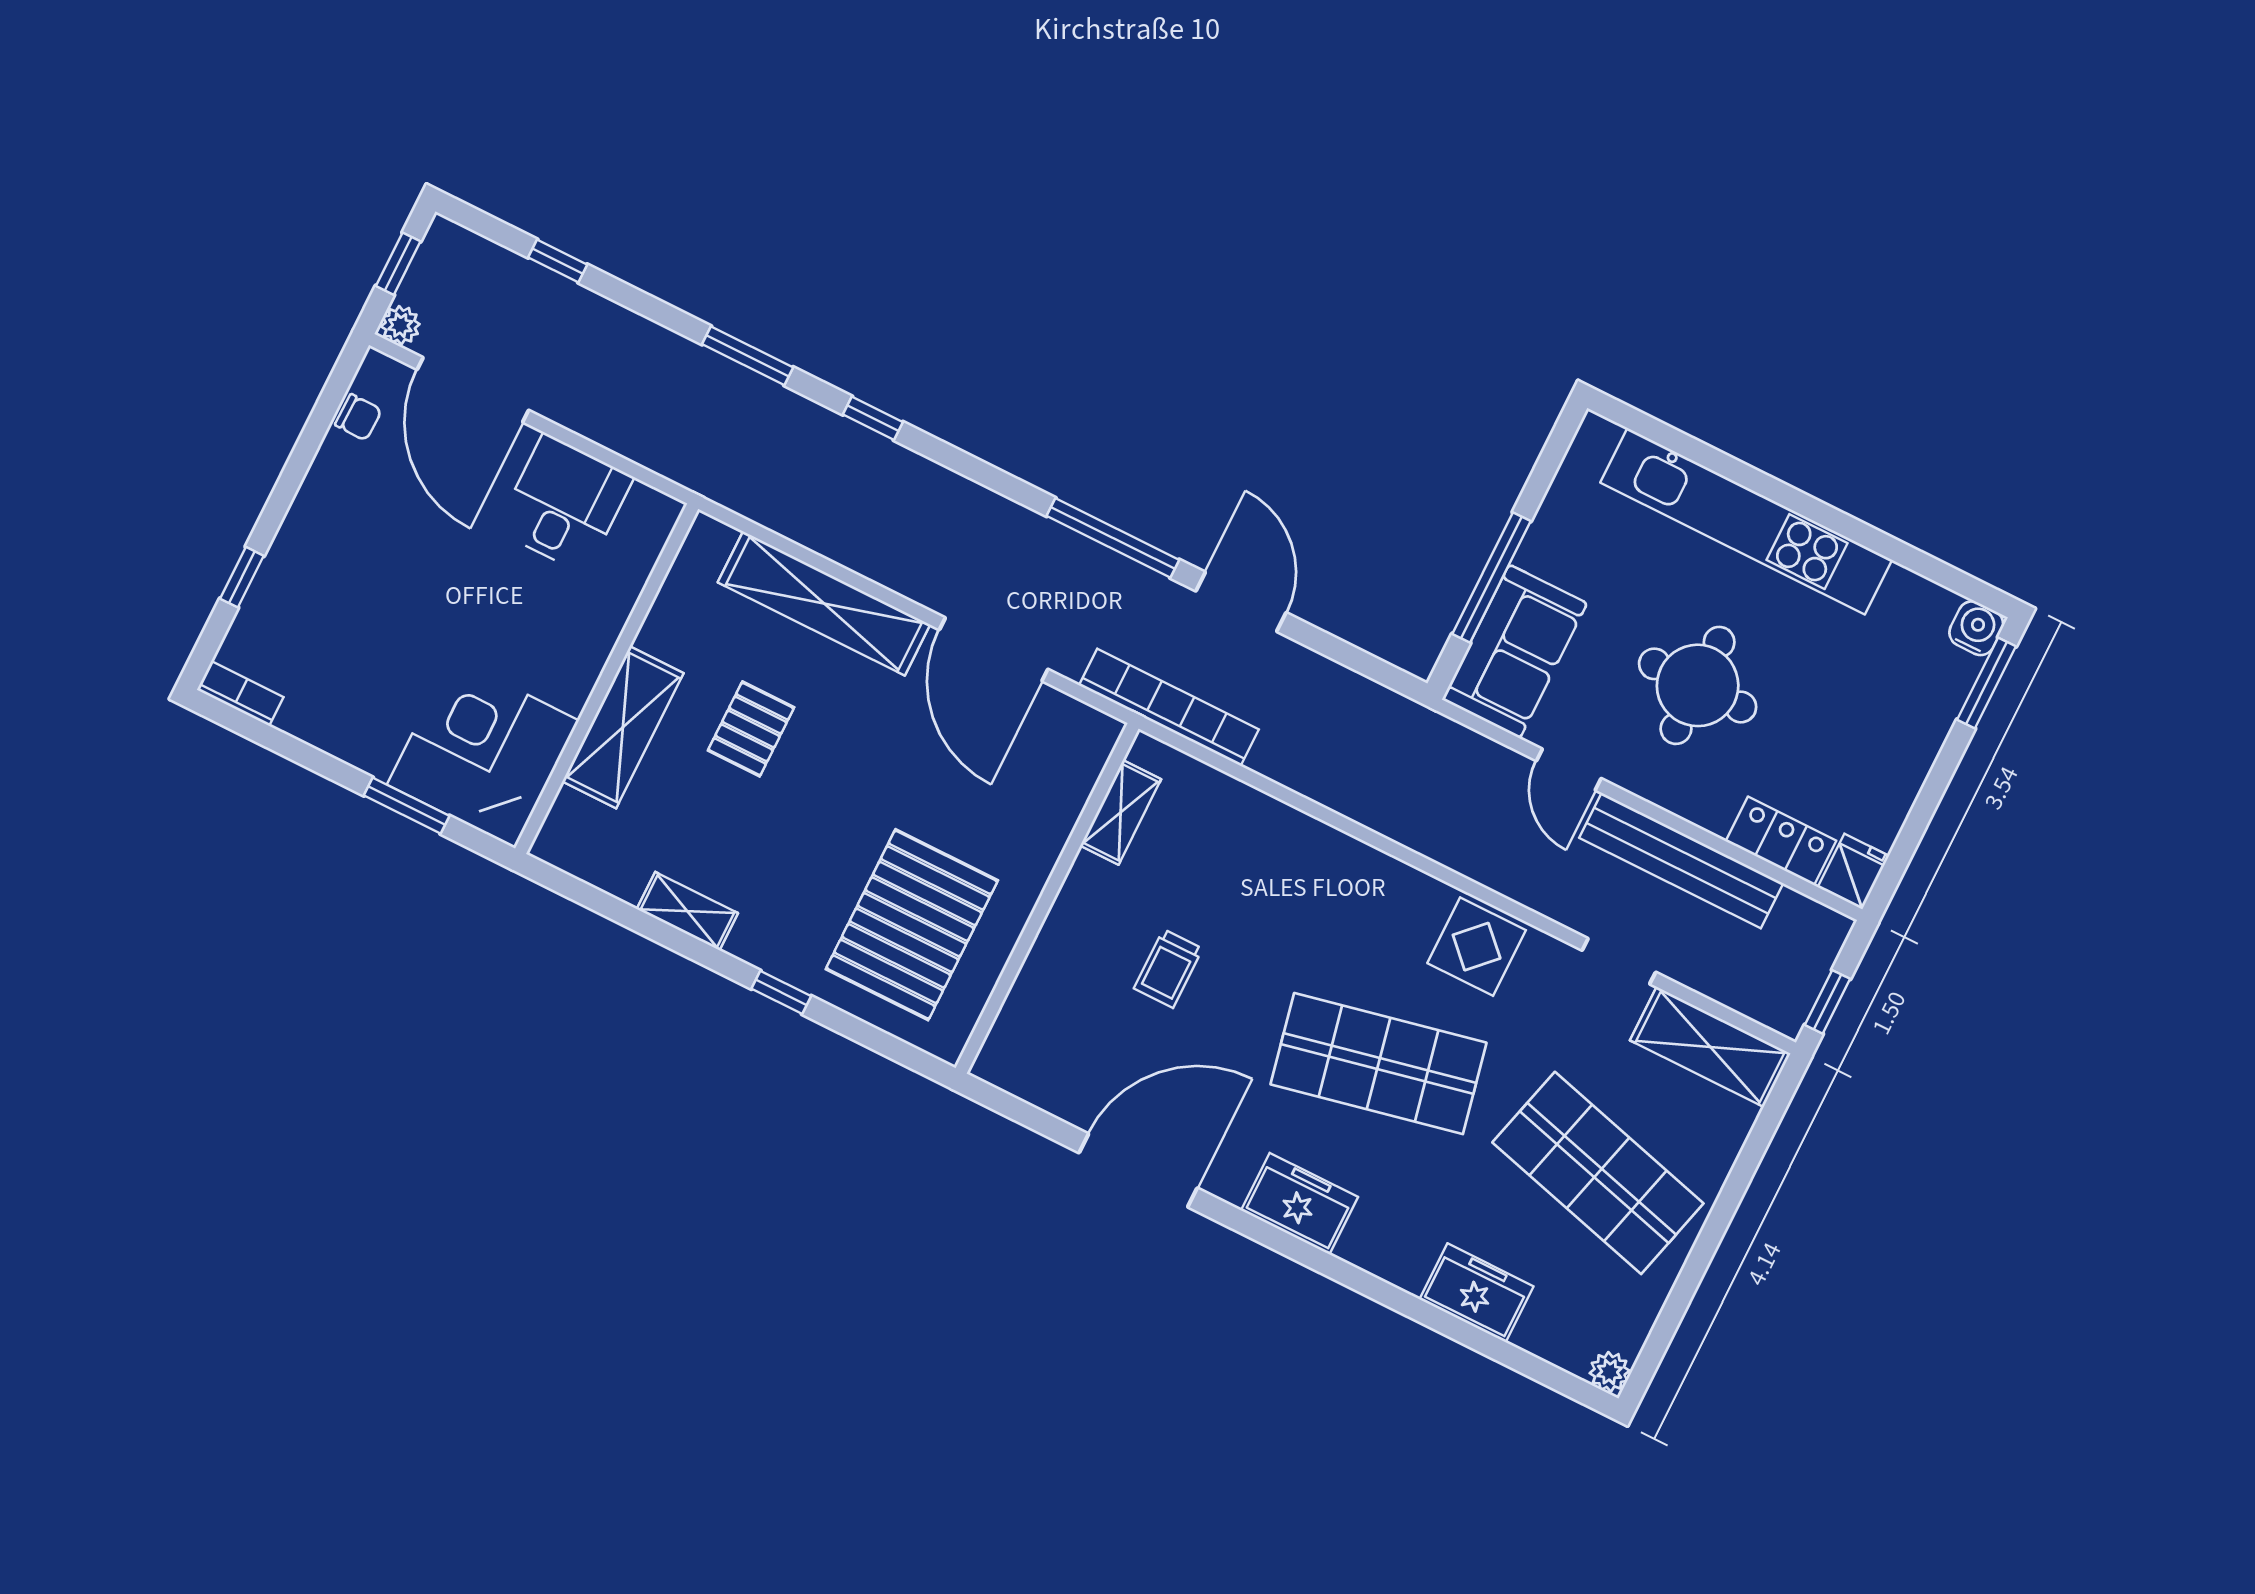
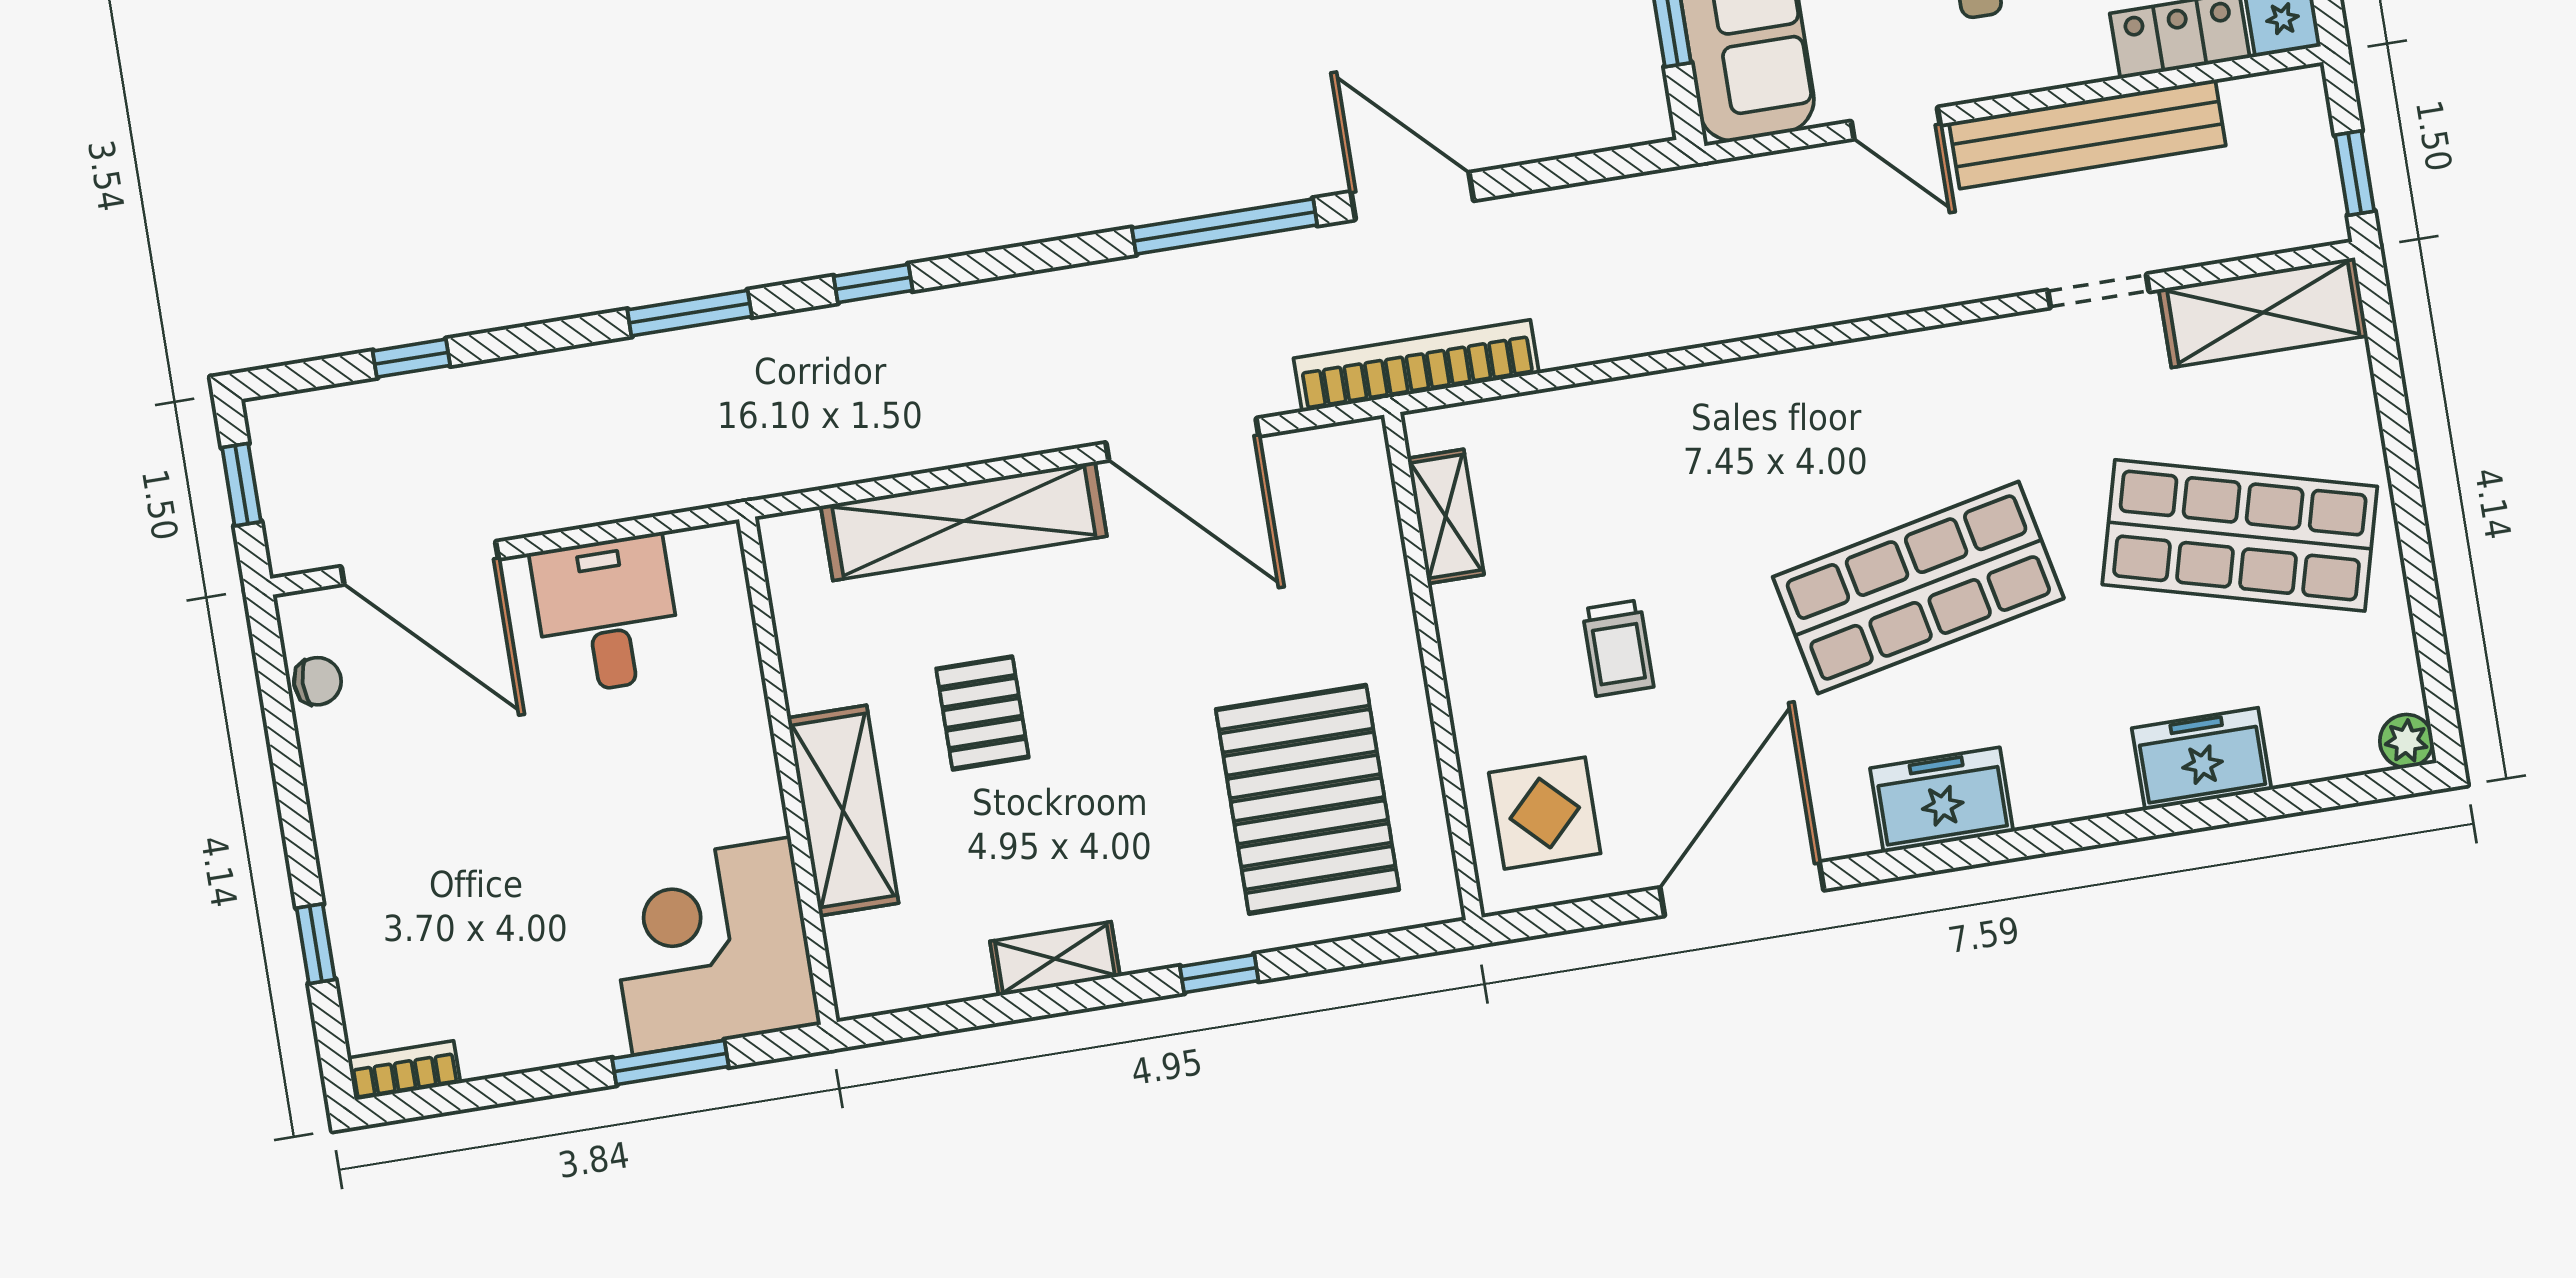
plant: (400, 325) -> (291, 549), removed
display table: (1477, 947) -> (1545, 813), moved

